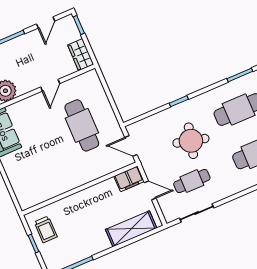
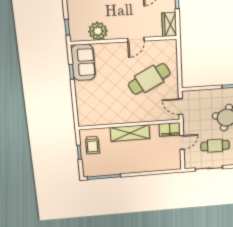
cafe table: (82, 125) -> (149, 79), turned 62
door: (150, 190) -> (182, 142), hinge flipped
shelving: (131, 229) -> (130, 133), moved

